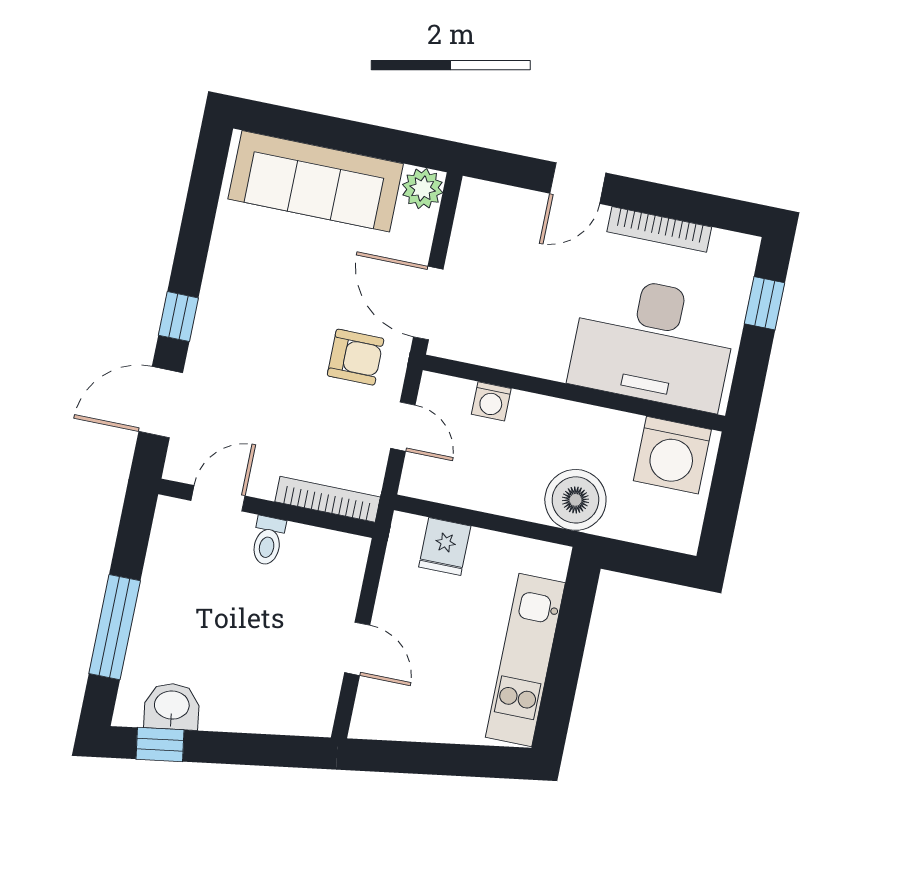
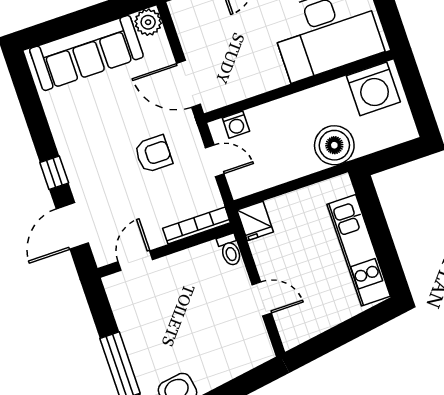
armchair: (356, 357) -> (153, 154), moved
washing machine: (491, 401) -> (236, 125), moved
toilet: (268, 541) -> (230, 250), moved
fridge: (445, 546) -> (255, 221), moved

